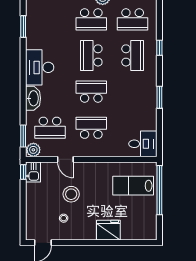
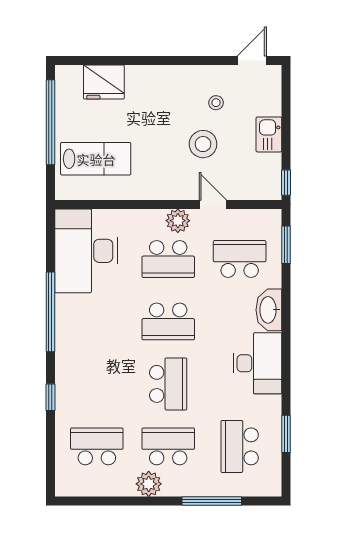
school desk: (133, 55) -> (240, 446), moved
window: (159, 97) -> (50, 312), width x2.11
desk: (143, 144) -> (86, 251), width x1.87, depth x1.30
plant: (33, 150) -> (178, 221), moved
kitchen sink: (33, 172) -> (269, 134), moved
window: (159, 190) -> (50, 122), moved
fridge: (108, 230) -> (104, 82), moved

